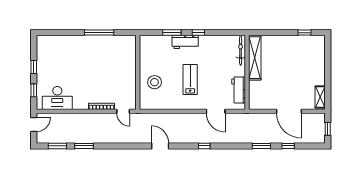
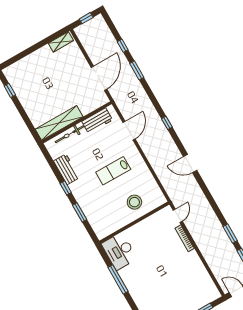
workbench: (185, 42) -> (66, 169), moved
bicycle: (241, 50) -> (69, 134), moved
desk: (57, 98) -> (119, 251), moved, turned 180
door: (289, 111) -> (99, 78), moved
door: (160, 146) -> (190, 163), hinge flipped

